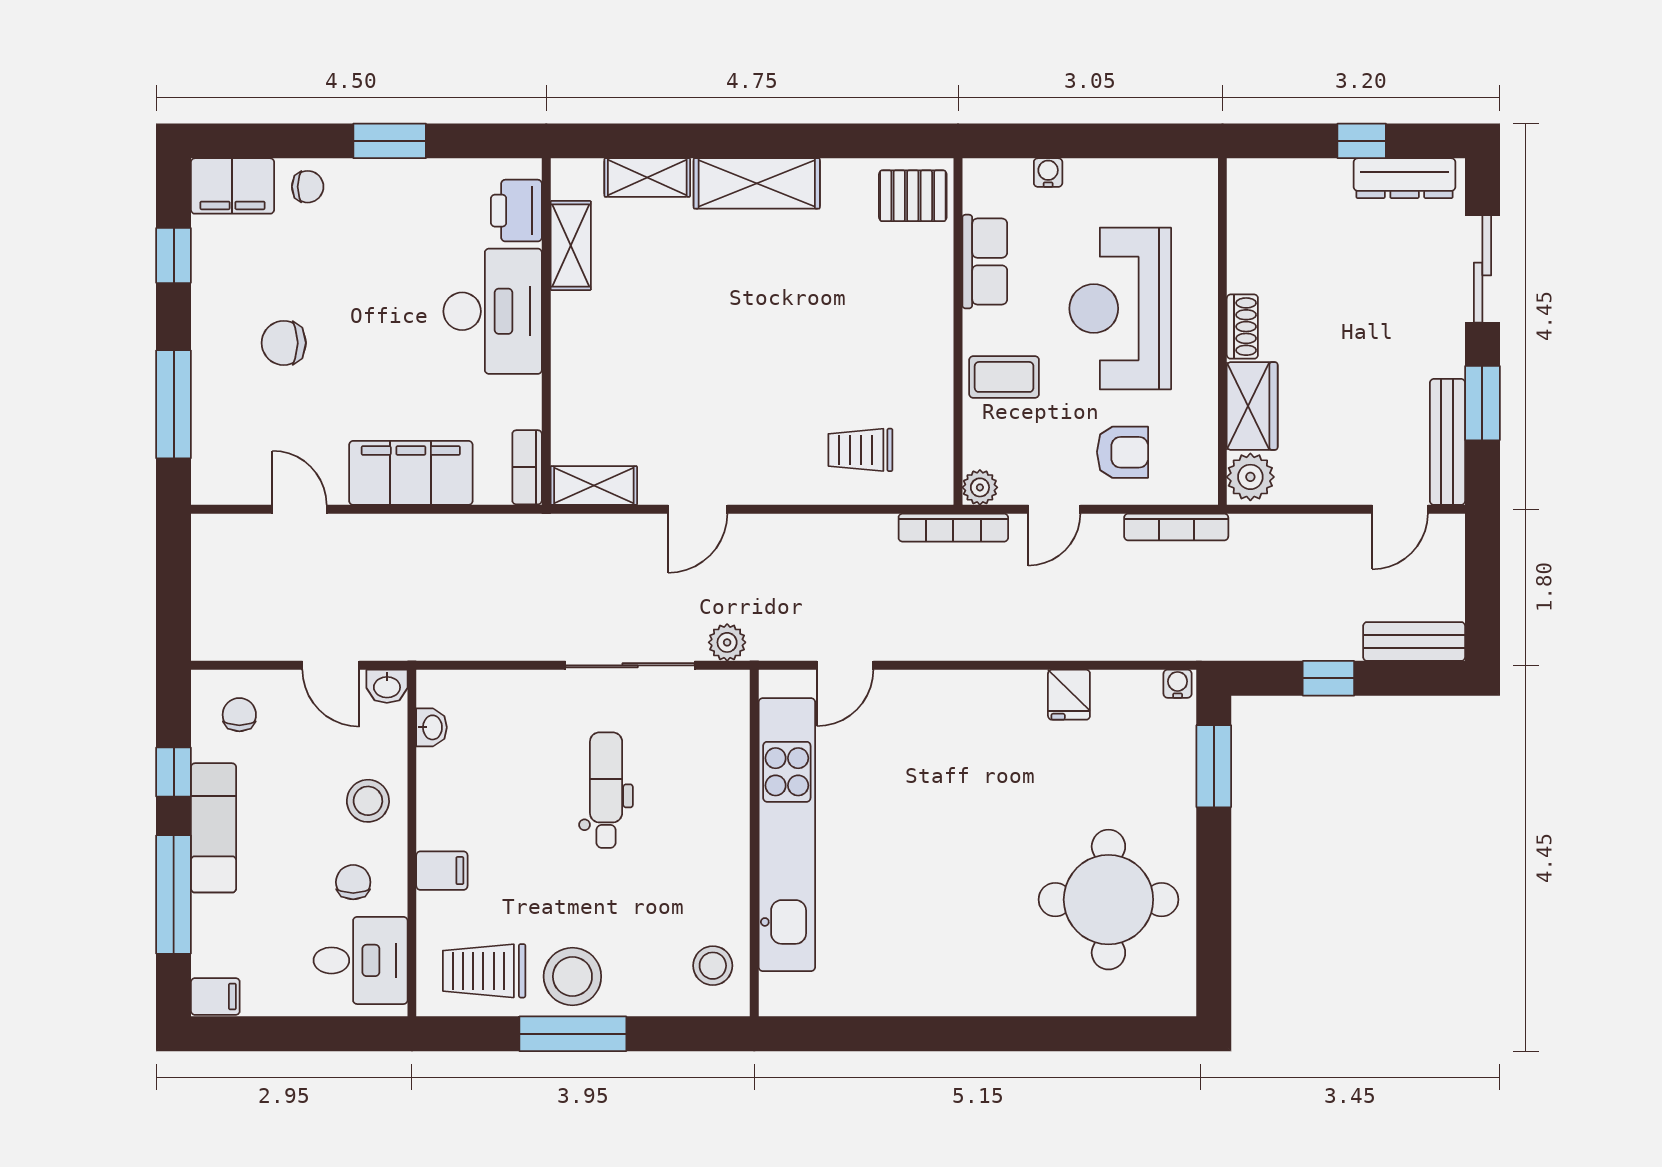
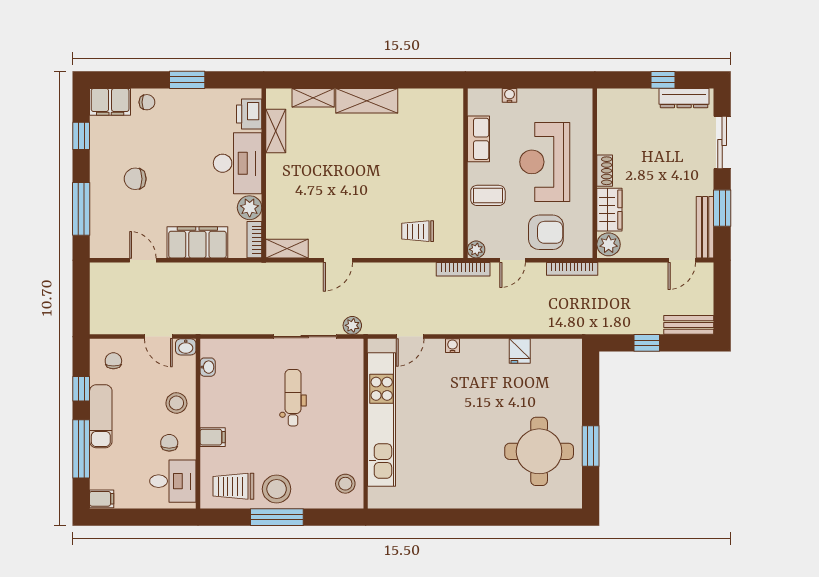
pallet: (913, 196) -> (443, 107), removed
plant: (517, 402) -> (250, 208), added
armchair: (1123, 452) -> (546, 232), width x1.38, depth x1.38
water cooler: (1178, 684) -> (452, 346), moved
window: (1214, 766) -> (591, 446), moved

